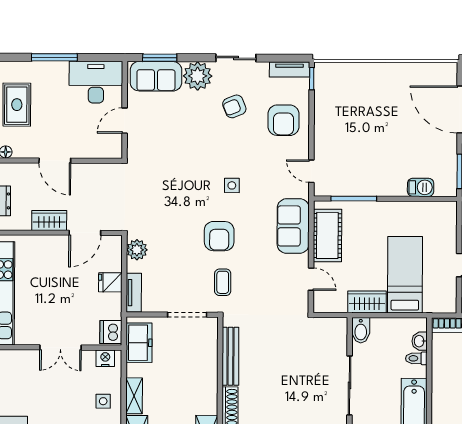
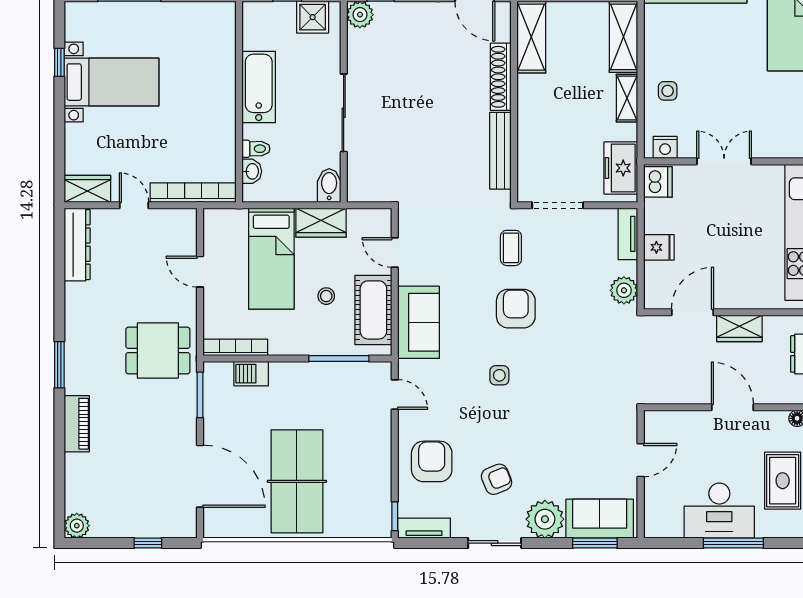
desk: (96, 82) -> (719, 511), moved
table tennis table: (386, 105) -> (297, 481), added
bookcase: (433, 207) -> (235, 347), added
stool: (363, 246) -> (326, 296), added

